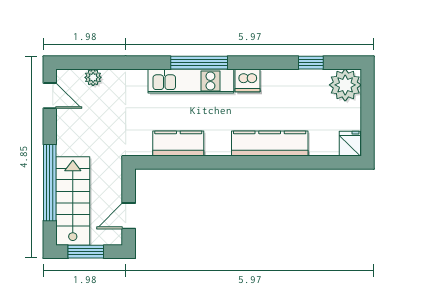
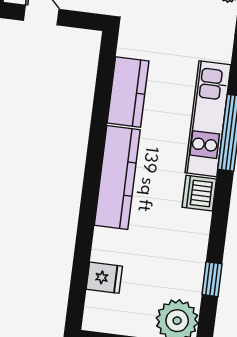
kitchen counter: (270, 143) -> (117, 177), moved
fridge: (350, 144) -> (104, 278), moved

